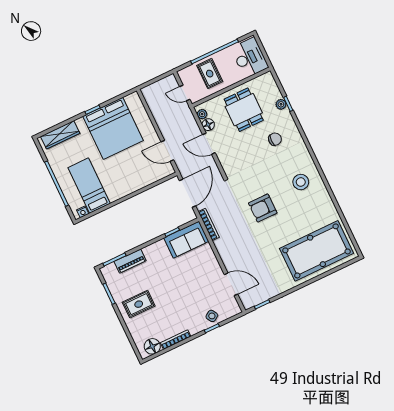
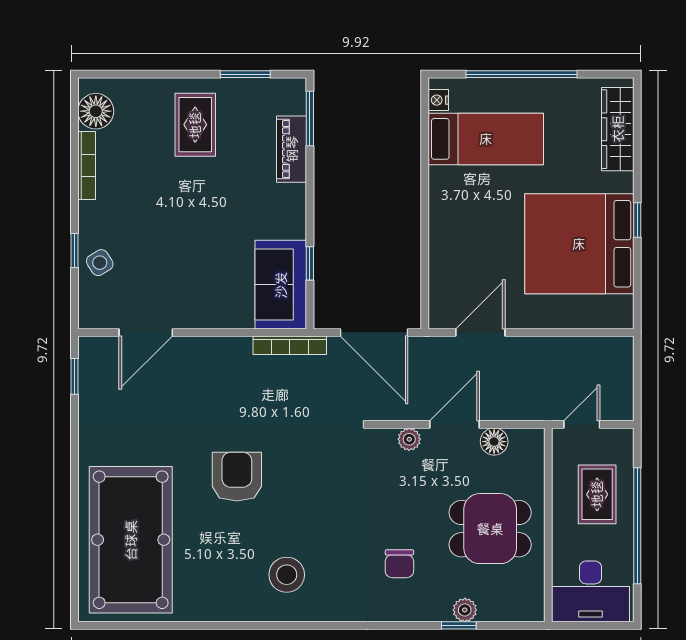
rug: (210, 74) -> (597, 494), turned 90
plant: (202, 114) -> (409, 439), moved
armchair: (263, 208) -> (237, 477), moved

